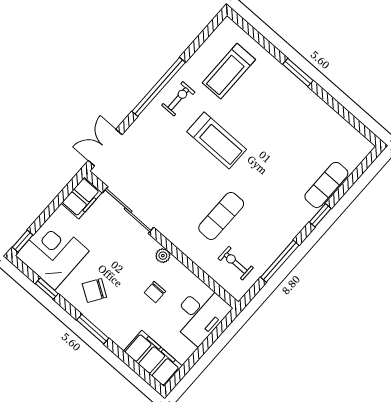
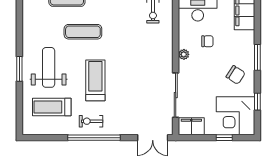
treadmill: (229, 71) -> (52, 107), turned 180
weight bench: (273, 104) -> (49, 67), added
exercise mat: (221, 216) -> (83, 32), moved
window: (23, 241) -> (224, 138), moved

